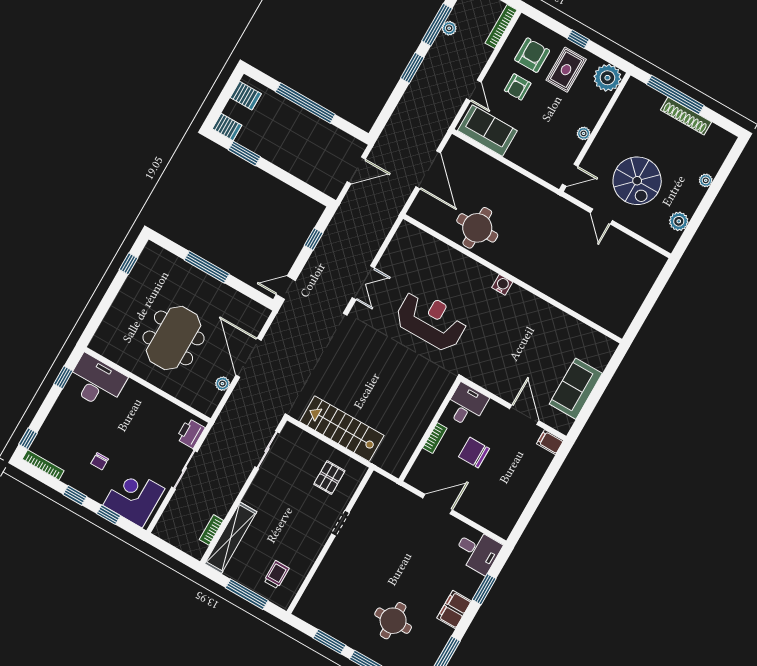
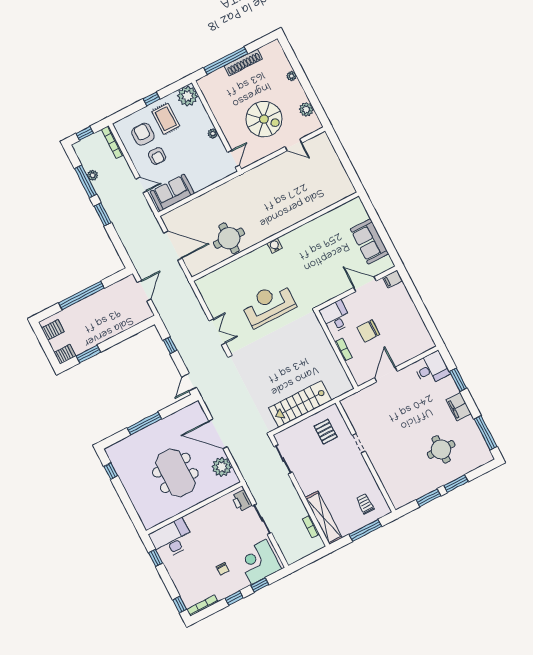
door: (601, 217) -> (293, 145), moved
plant: (222, 384) -> (222, 467), width x1.88, depth x1.88

